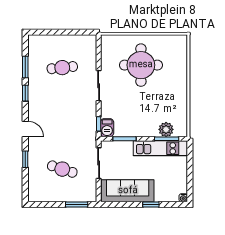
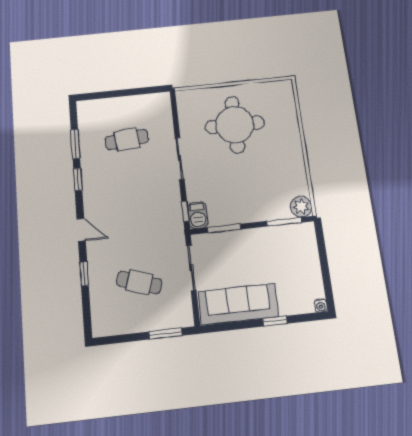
plant: (166, 129) -> (301, 207), moved
kitchen unit: (160, 148) -> (277, 236), removed

